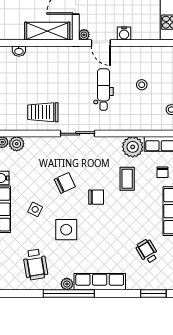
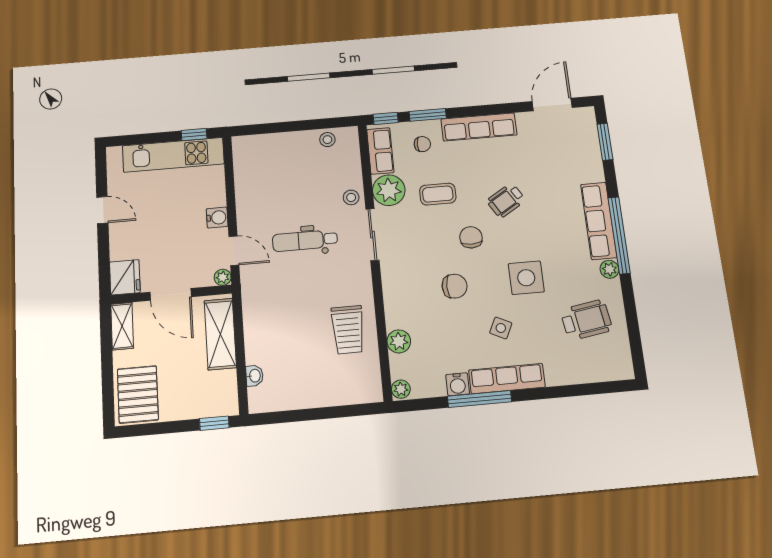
door: (101, 43) -> (234, 251), hinge flipped
stool: (142, 85) -> (351, 197), moved
sliding door: (78, 133) -> (372, 235), moved
plant: (17, 144) -> (399, 341), moved
chair: (65, 183) -> (455, 286), turned 115
wheelchair: (147, 251) -> (506, 200), moved
window: (69, 294) -> (619, 235), moved

